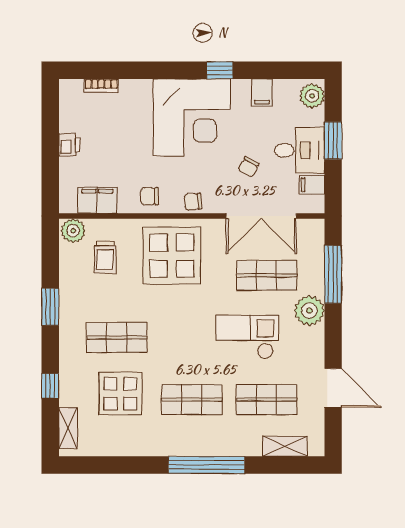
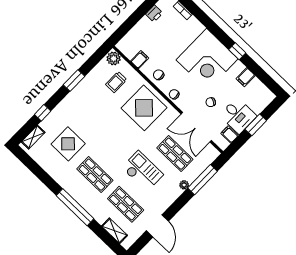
plant: (312, 96) -> (265, 98), removed
printer: (69, 145) -> (154, 14), moved
filing cabinet: (97, 200) -> (140, 60), width x0.50
plant: (309, 311) -> (184, 185), width x0.53, depth x0.53
shop shelf: (117, 337) -> (89, 119), removed

